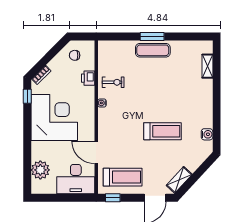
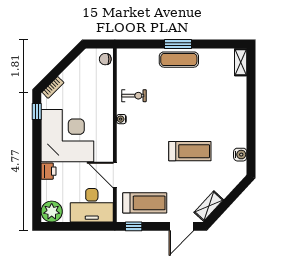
chair: (75, 55) -> (105, 59), moved
shelving: (207, 66) -> (241, 62), moved
printer: (88, 78) -> (49, 171), moved, turned 180
plant: (40, 170) -> (52, 211), moved

